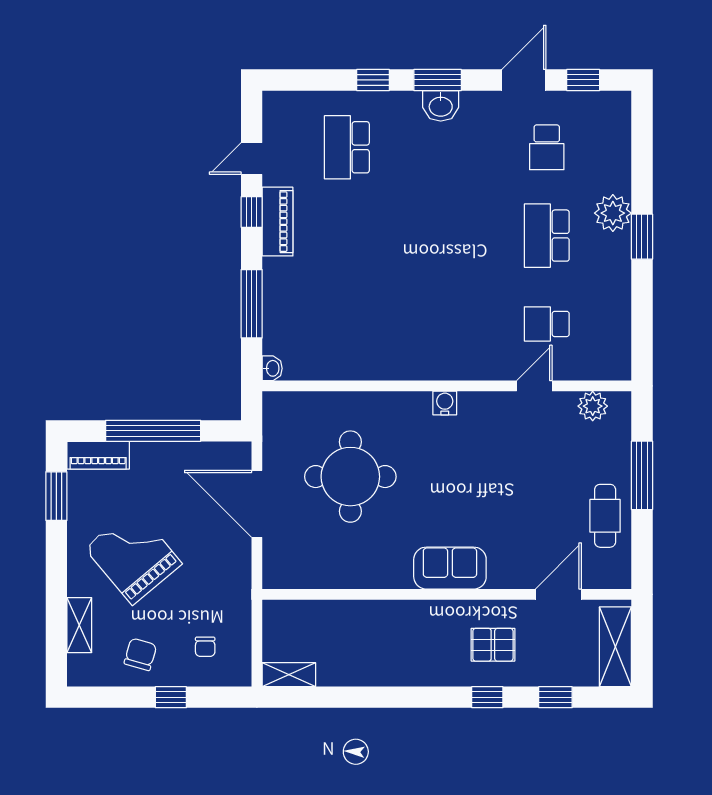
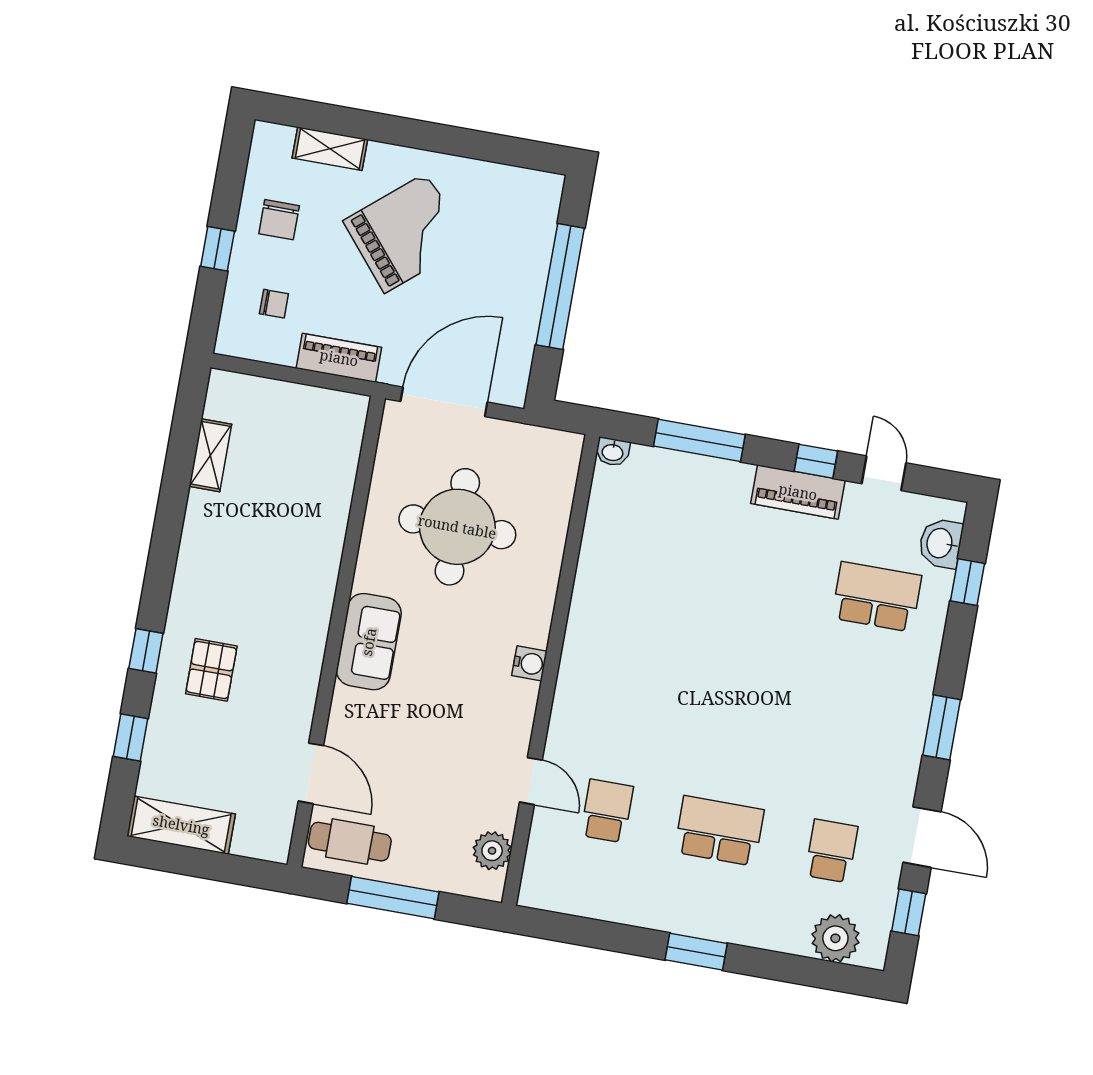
window: (373, 80) -> (967, 582), moved
washbasin: (441, 106) -> (941, 543), moved
school desk: (547, 147) -> (831, 851), turned 90
plant: (613, 213) -> (835, 938), moved
piano: (98, 455) -> (339, 358), moved, turned 90
window: (56, 496) -> (499, 149), removed
sofa: (450, 568) -> (369, 642), moved
wall: (447, 594) -> (336, 632), moved
door: (558, 594) -> (311, 773), moved
chair: (205, 647) -> (274, 304), turned 180
chair: (140, 654) -> (279, 220), turned 74
shelving: (289, 675) -> (210, 455), moved

